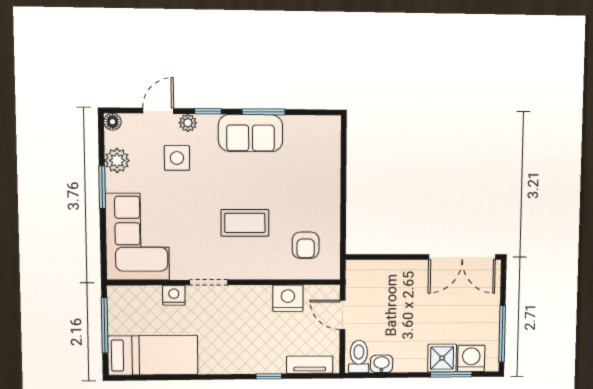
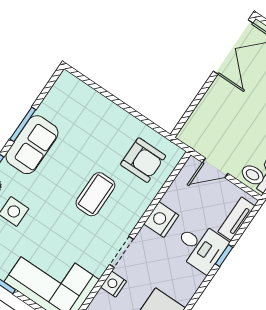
armchair: (306, 245) -> (143, 160), width x1.38, depth x1.38
nightstand: (288, 298) -> (161, 220), moved
desk: (262, 350) -> (201, 247), added

